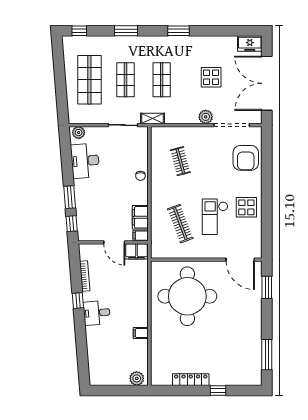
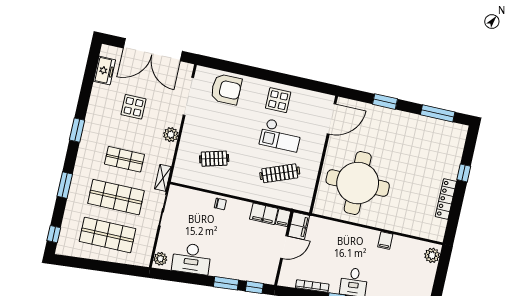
freezer: (250, 44) -> (104, 71), moved
shop shelf: (126, 80) -> (116, 197), width x1.43, depth x1.36
plant: (206, 117) -> (171, 135), moved
window: (267, 287) -> (385, 102), moved

